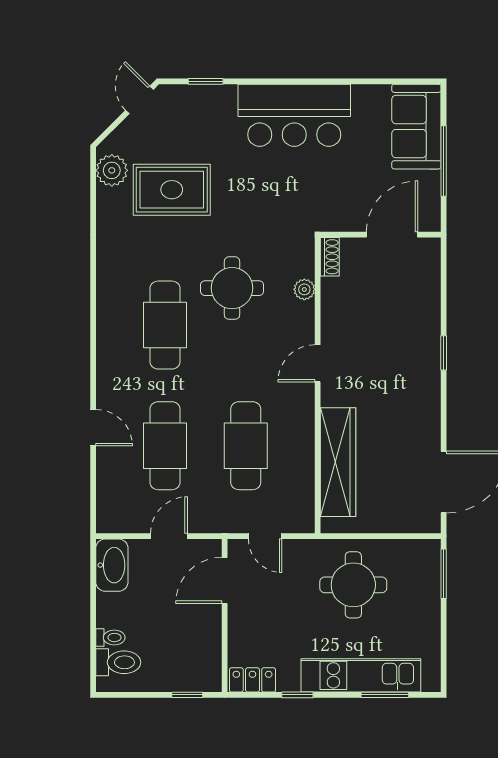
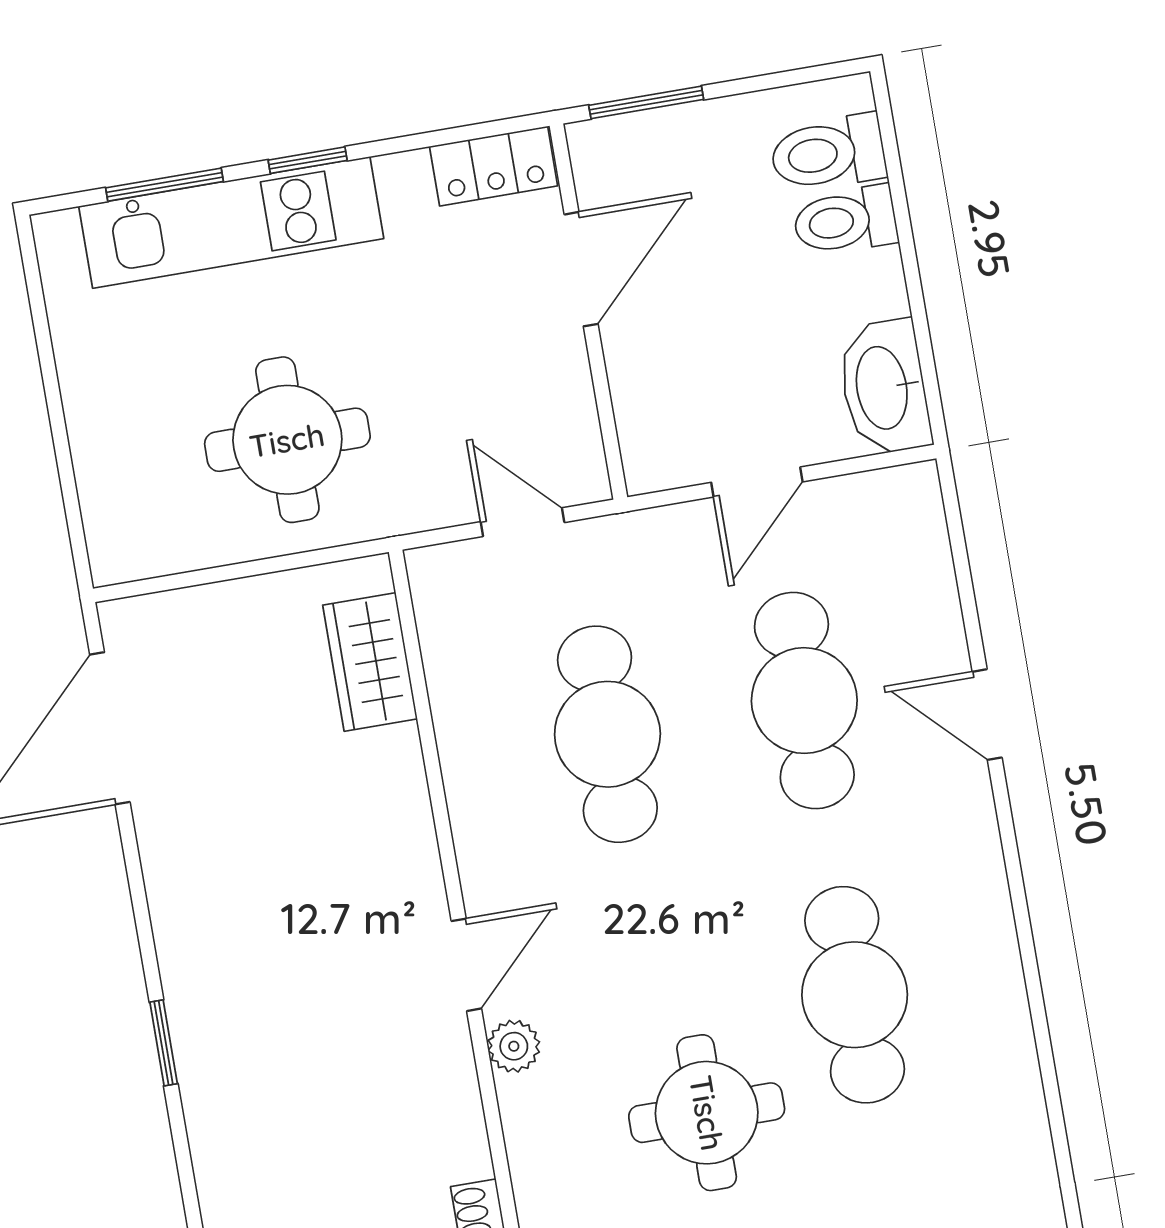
plant: (304, 289) -> (514, 1046), moved
wardrobe: (338, 462) -> (370, 662), width x0.48, depth x0.85
window: (444, 574) -> (72, 504), removed
door: (225, 580) -> (581, 269), moved
toilet: (110, 638) -> (845, 221), width x1.37, depth x1.39
window: (187, 695) -> (646, 102), width x1.50
window: (297, 695) -> (308, 160), moved

